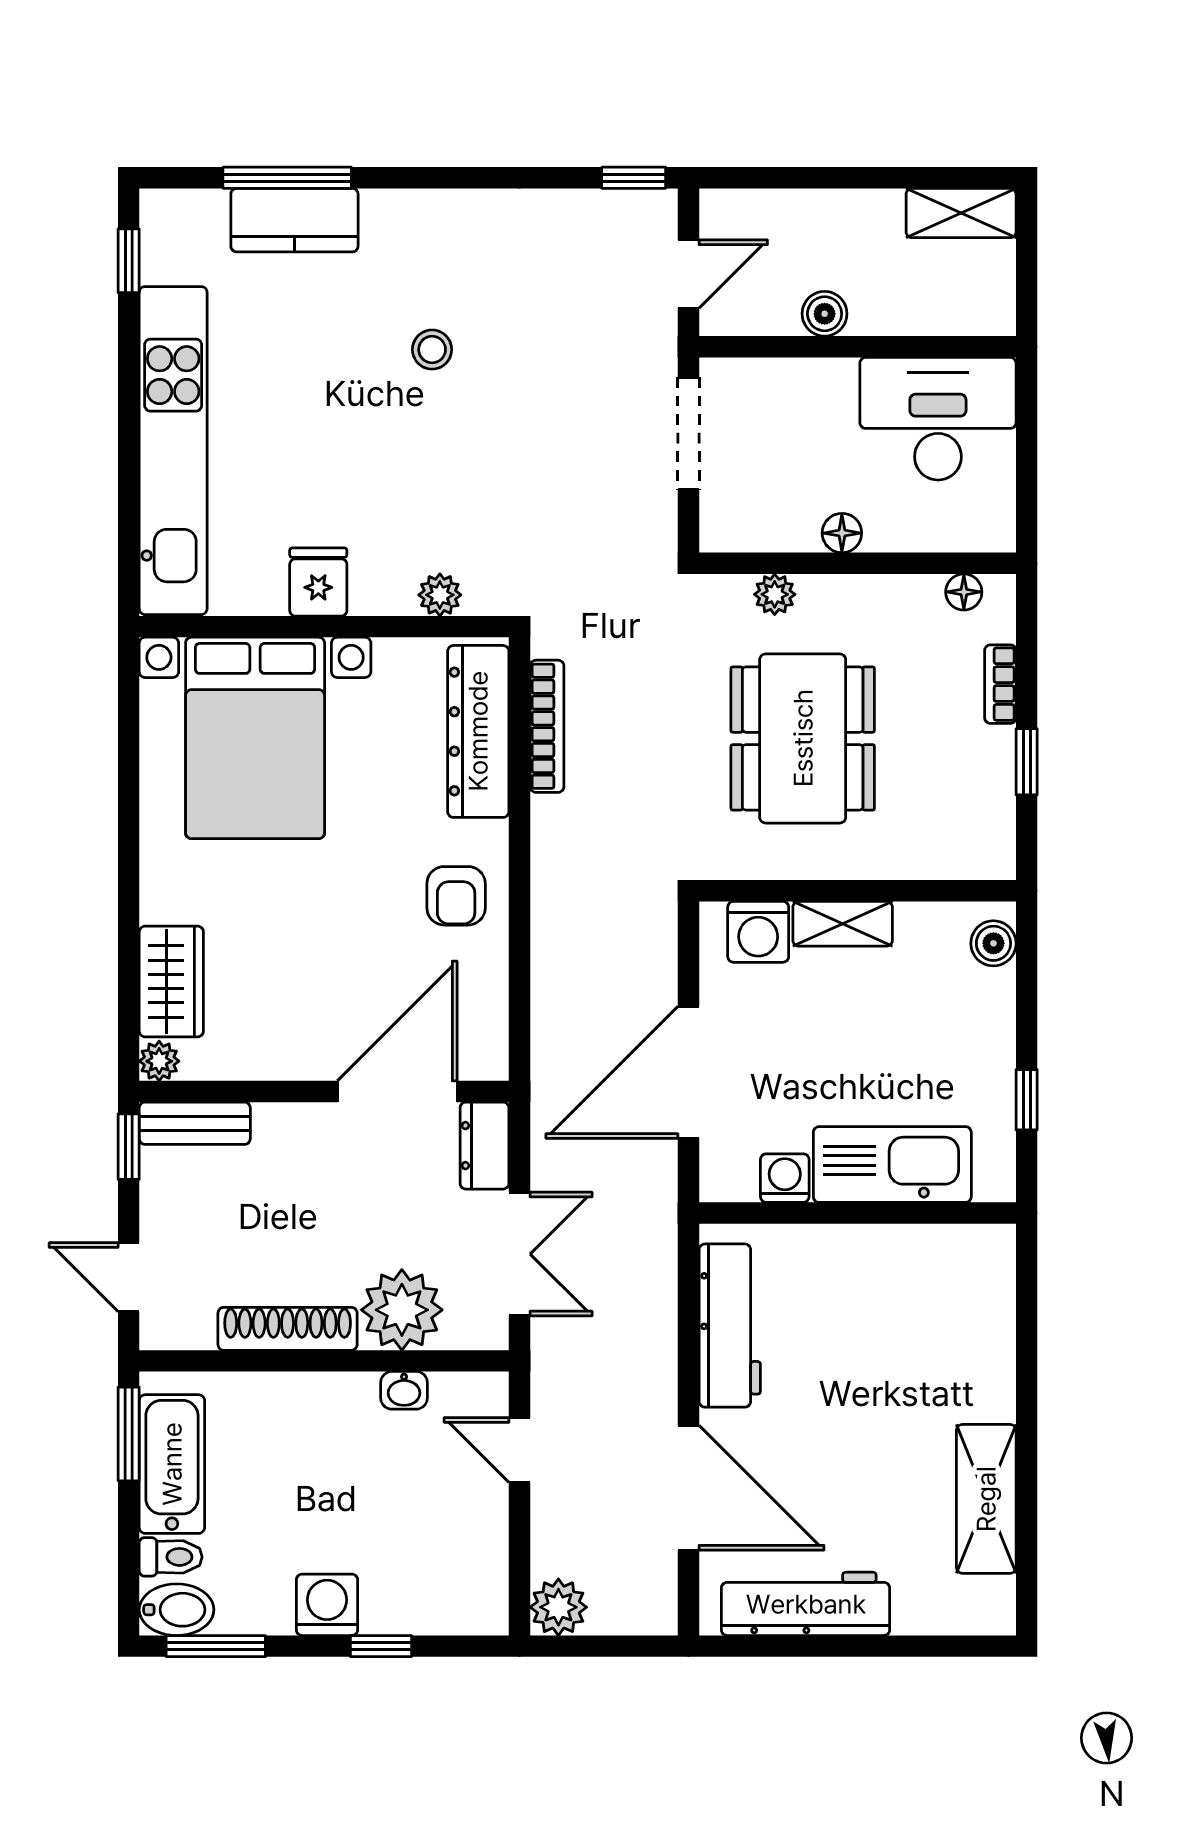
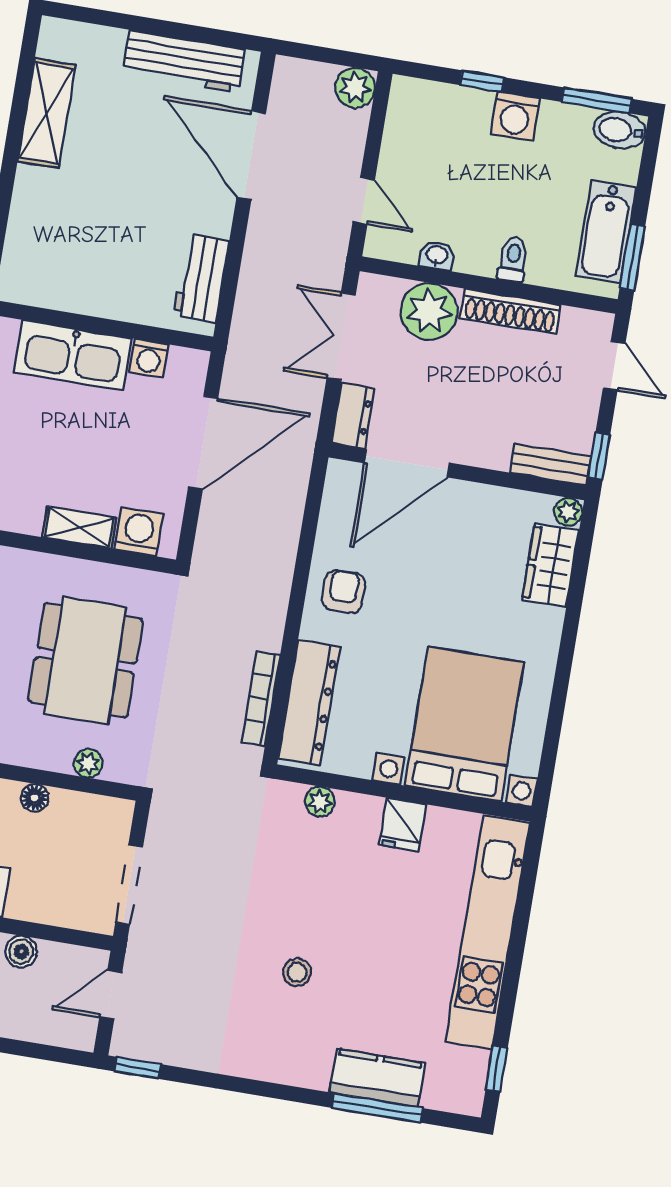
workbench: (730, 1326) -> (201, 278), width x0.73
toilet: (171, 1557) -> (513, 259), moved, turned 90

